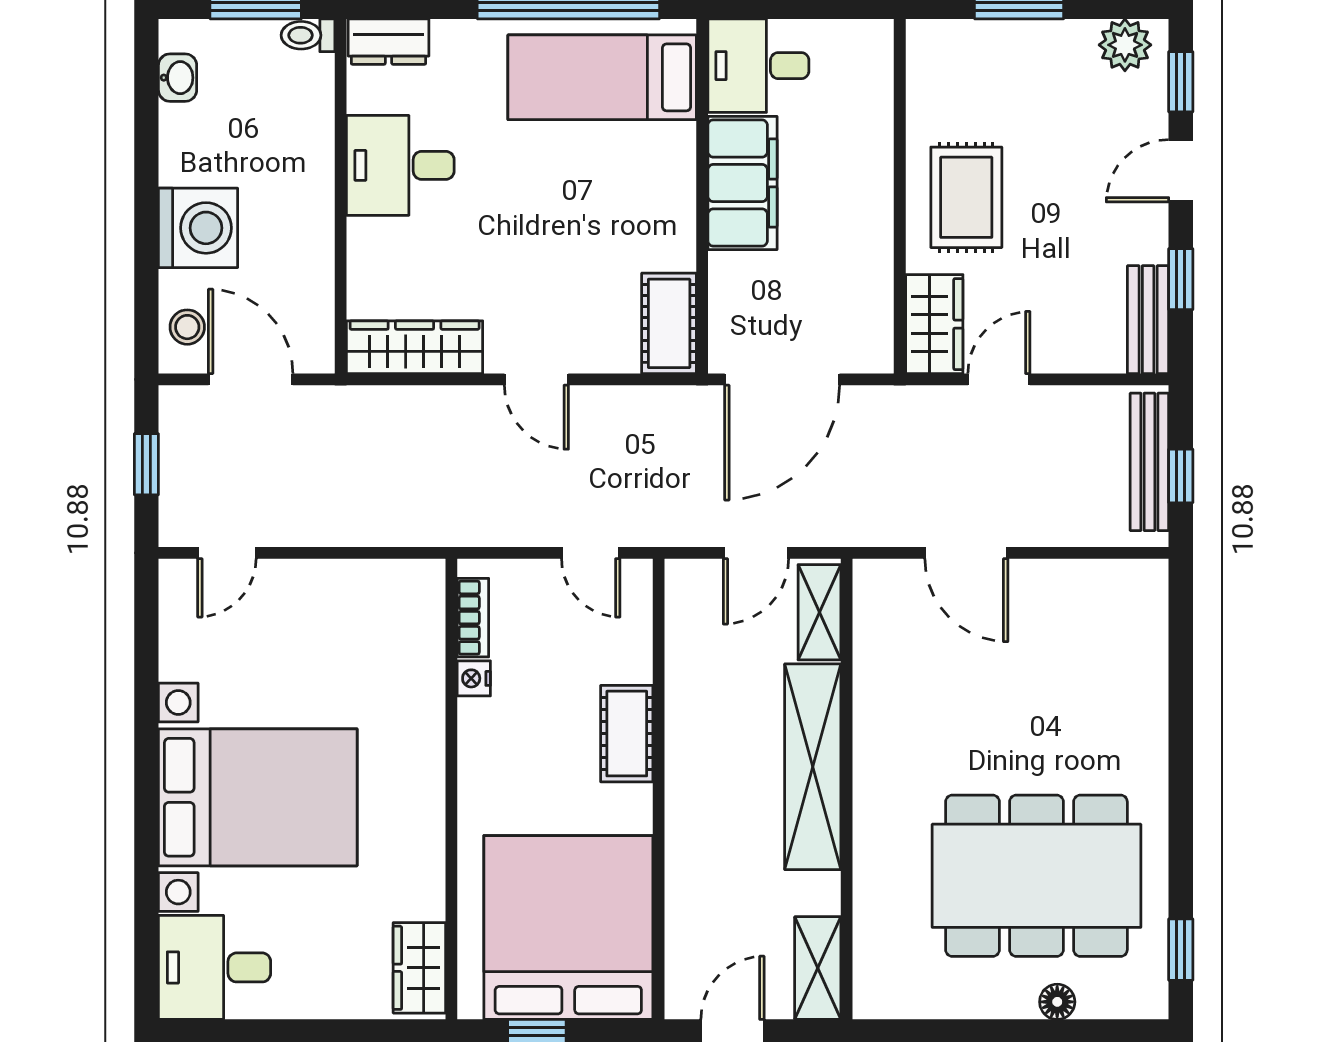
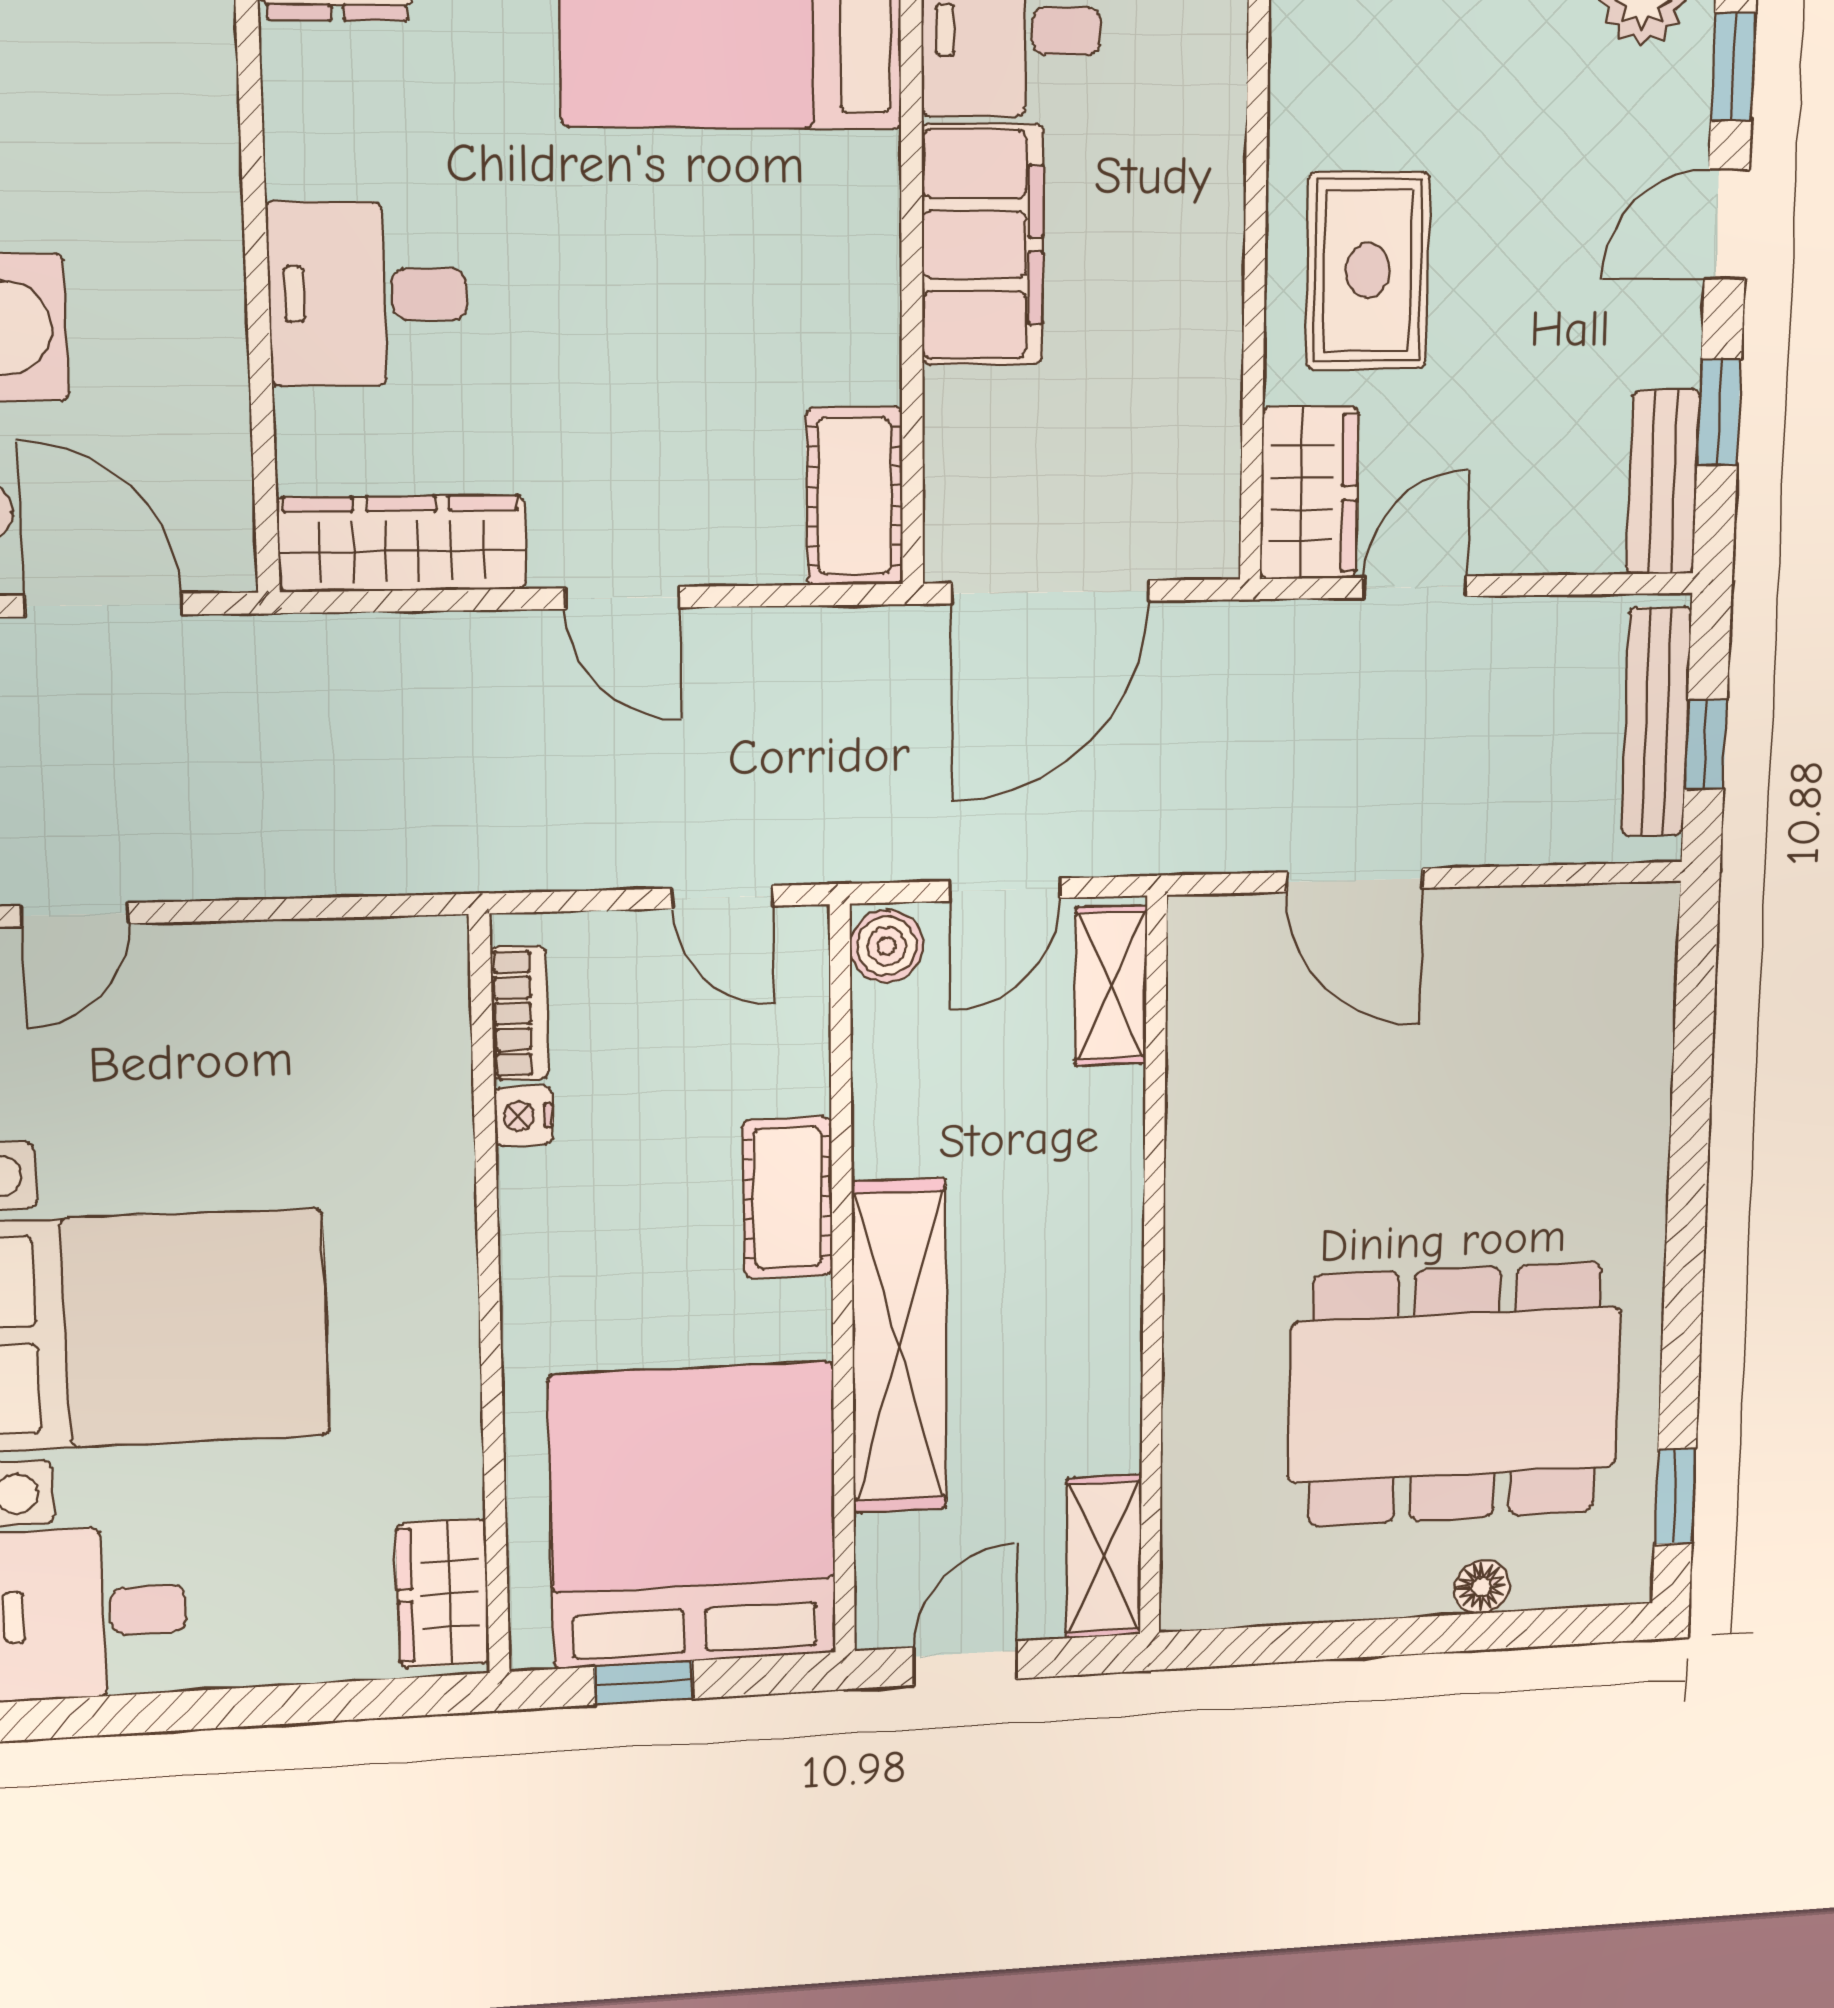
desk: (400, 165) -> (368, 294), moved
boiler: (686, 584) -> (887, 946), added
shelving: (813, 767) -> (899, 1346), moved

